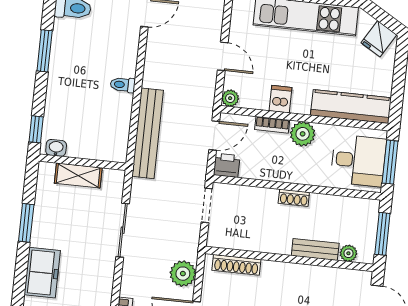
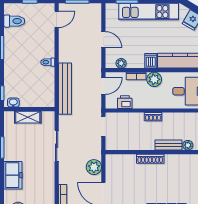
plant: (230, 98) -> (121, 63), moved
dishwasher: (281, 99) -> (151, 61), moved
printer: (227, 165) -> (125, 102), moved
shoe rack: (236, 265) -> (150, 159), moved

